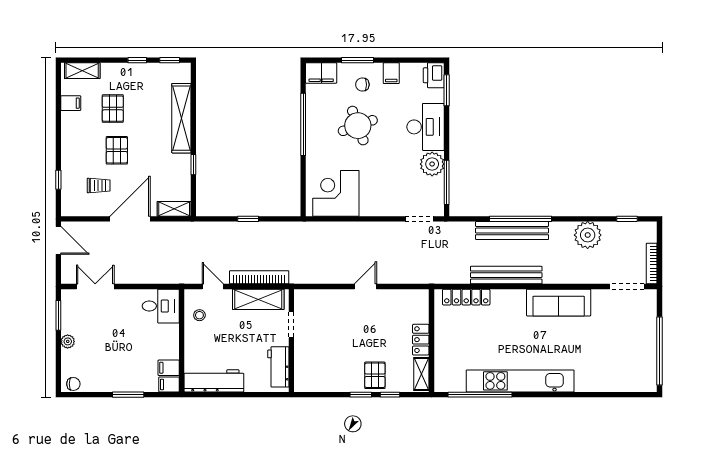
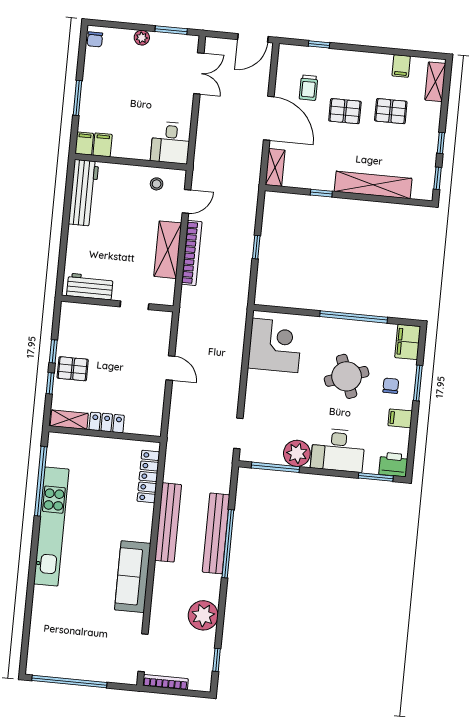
doorway: (291, 325) -> (134, 305), moved
wall: (291, 341) -> (117, 304), moved
workbench: (278, 367) -> (90, 287), moved

